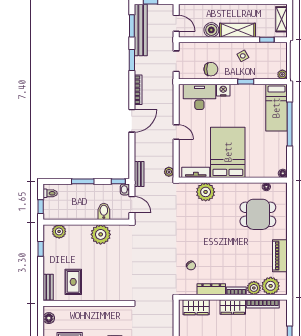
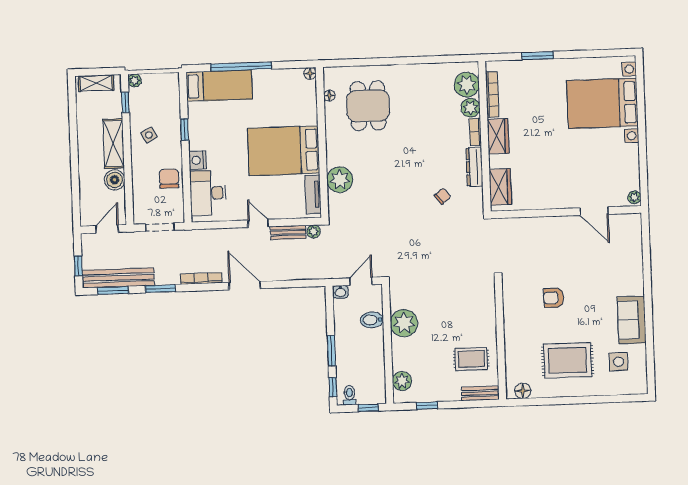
plant: (282, 74) -> (135, 80), moved
door: (176, 132) -> (258, 223), hinge flipped
bench: (139, 174) -> (288, 232), moved
window: (118, 181) -> (333, 387), moved
piano: (280, 256) -> (424, 73), removed

